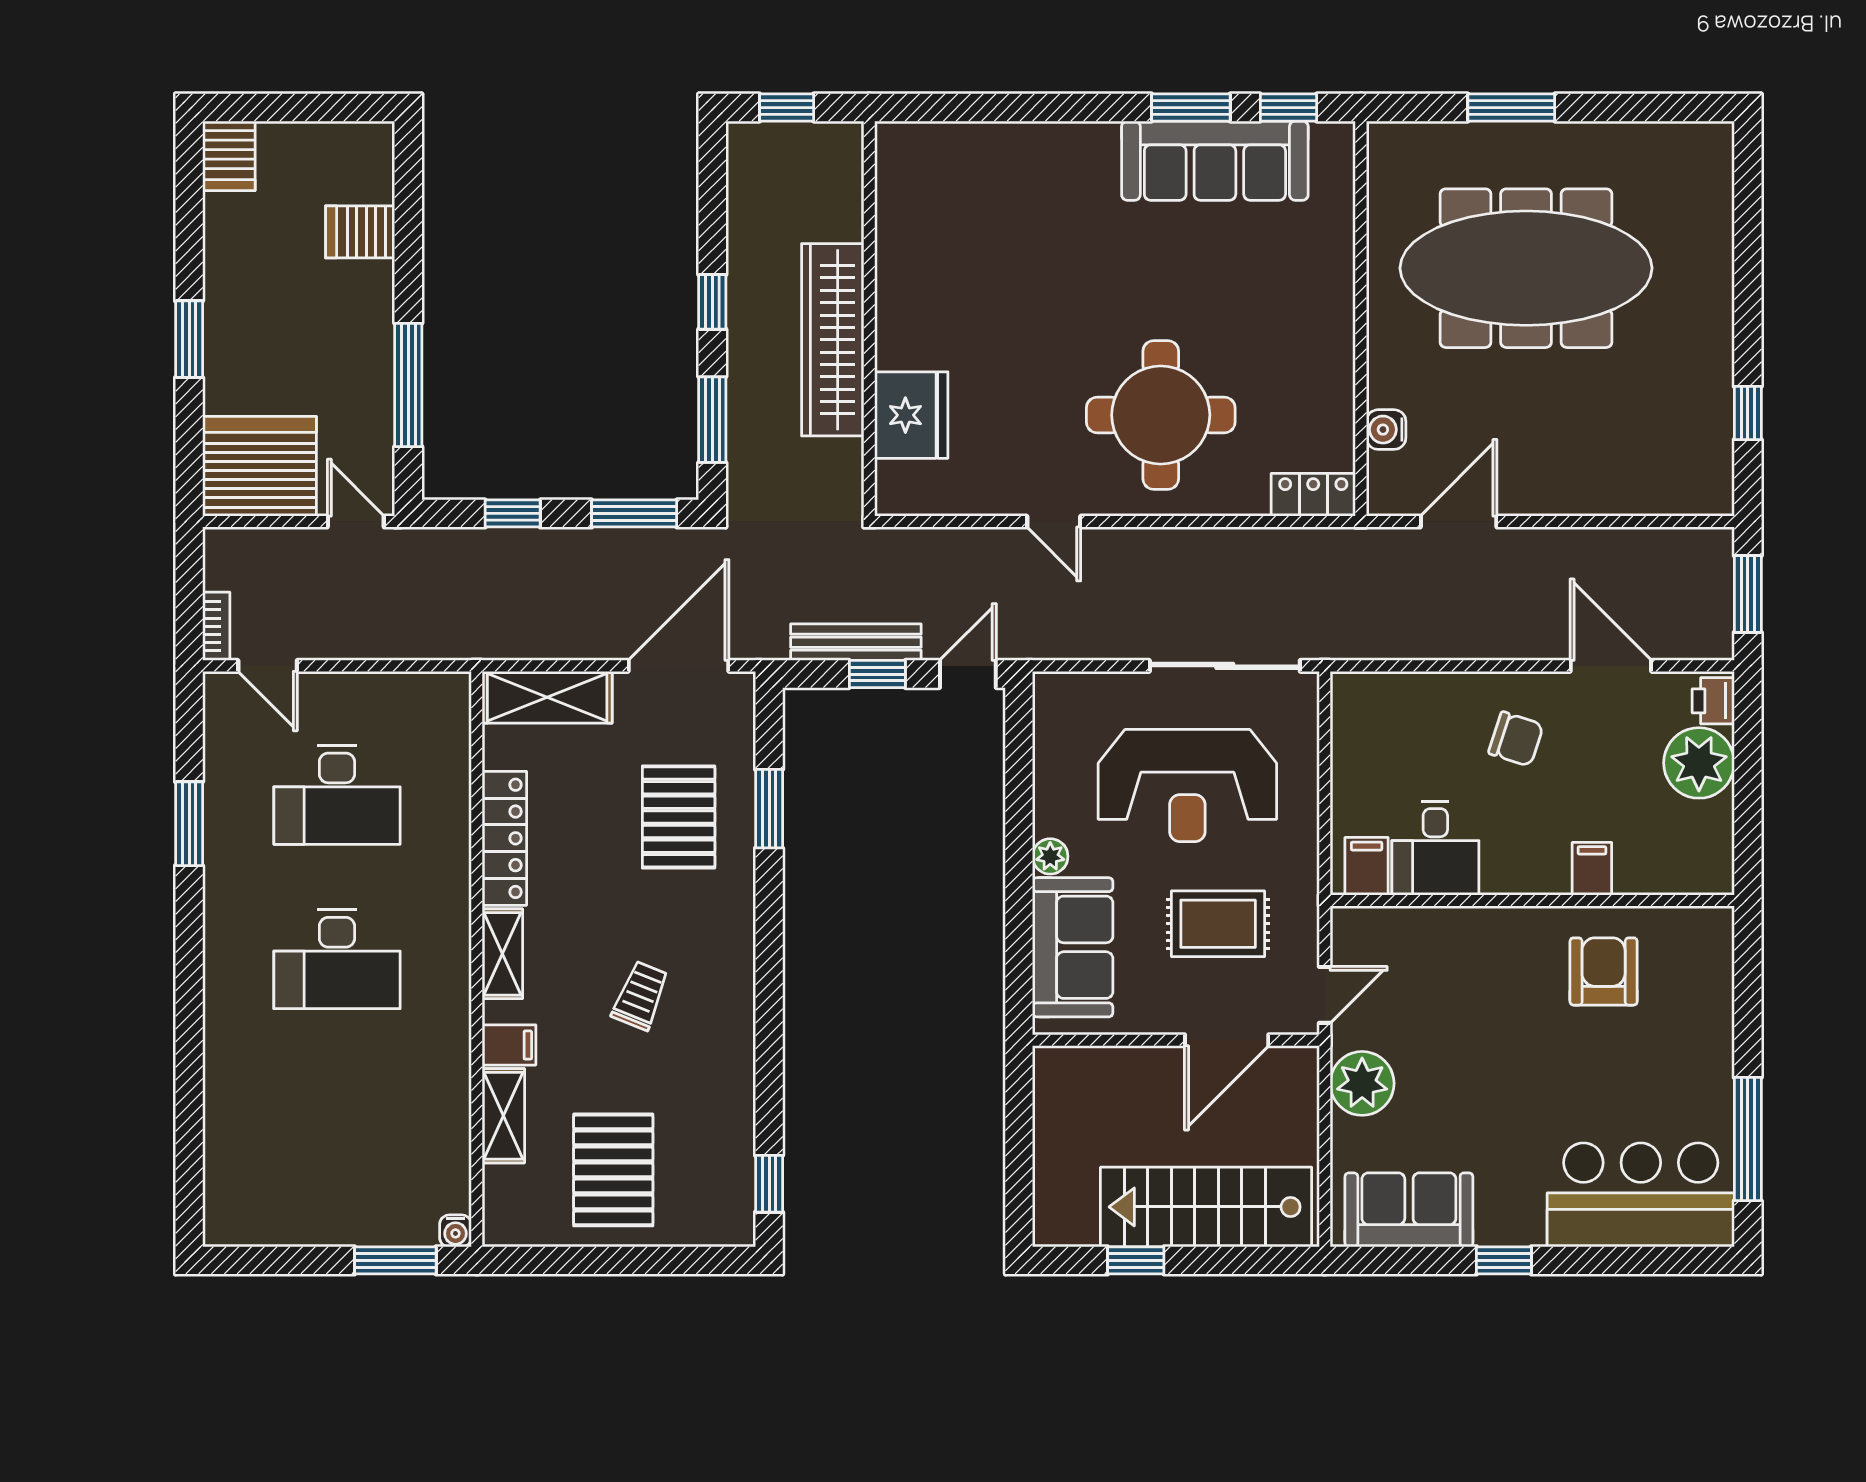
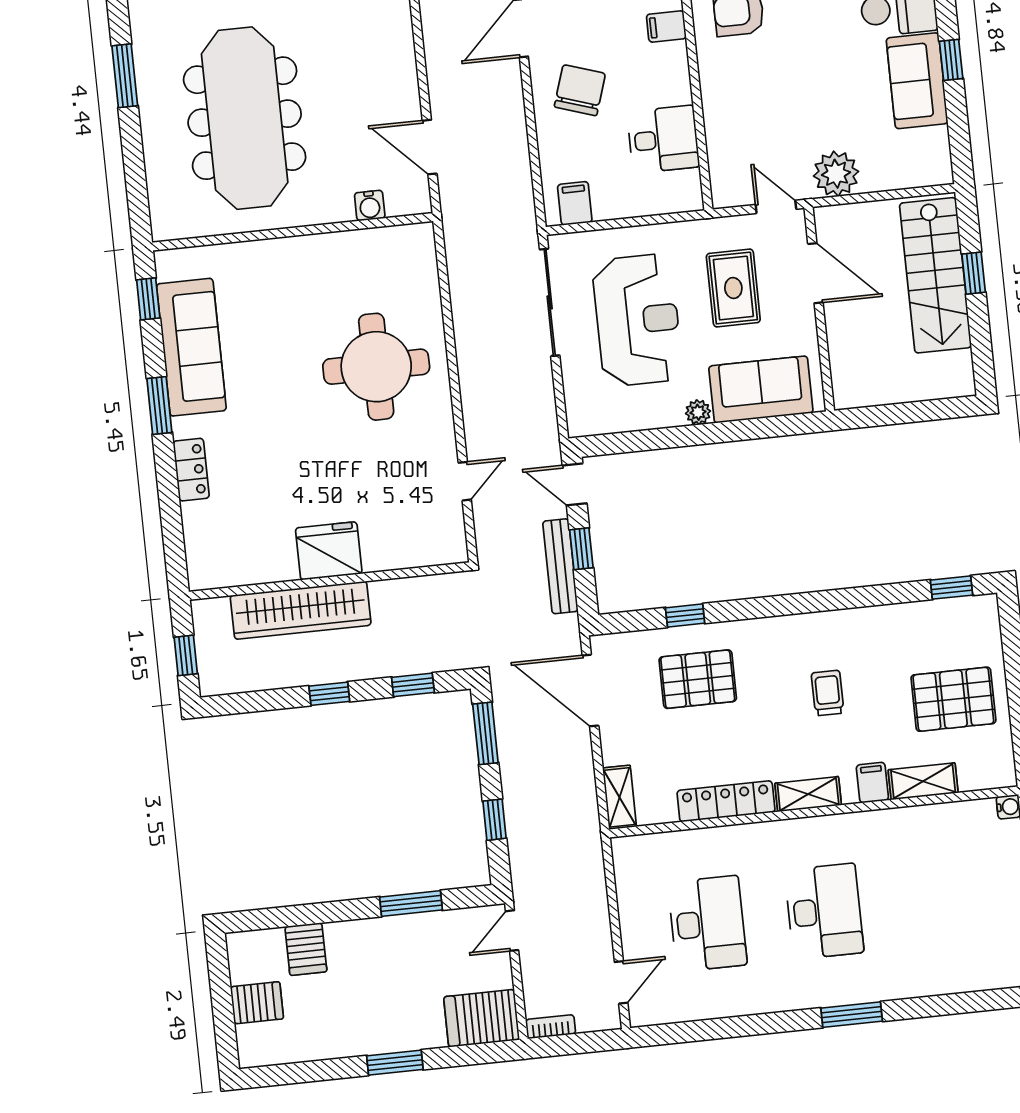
window: (1191, 108) -> (159, 405), moved
window: (1511, 108) -> (125, 76), moved
server rack: (229, 156) -> (257, 1003), moved
wardrobe: (833, 340) -> (301, 610), moved
window: (408, 385) -> (411, 903), width x0.69
fridge: (911, 415) -> (329, 551), moved
window: (712, 420) -> (413, 685), width x0.67
server rack: (260, 466) -> (482, 1018), width x0.62
locker: (1313, 495) -> (191, 470), moved, turned 180
door: (1054, 522) -> (465, 481), moved
bookcase: (216, 626) -> (551, 1027), moved
shelving: (547, 697) -> (620, 797), width x0.67, depth x0.75
chair: (1516, 739) -> (580, 90), width x1.37, depth x1.37
window: (769, 809) -> (685, 616), width x0.67
window: (189, 824) -> (852, 1015), moved
filing cabinet: (1367, 866) -> (575, 203), moved, turned 90
trolley: (640, 996) -> (828, 693), turned 68
sofa: (1409, 1210) -> (917, 81), moved
window: (1136, 1260) -> (974, 273), moved

